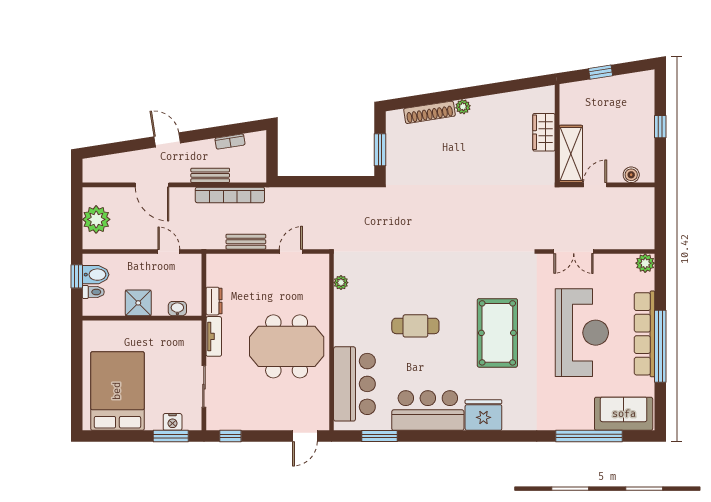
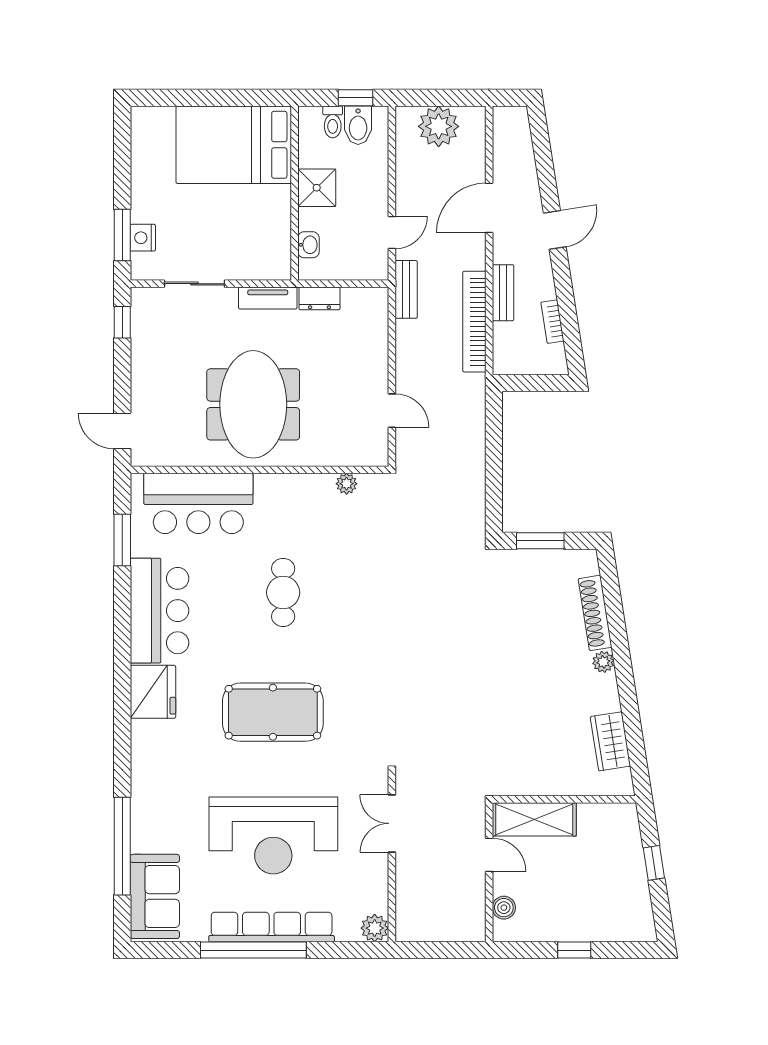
wardrobe: (544, 132) -> (610, 741), moved, turned -99
bench: (246, 242) -> (406, 289), moved
bed: (117, 391) -> (234, 145), moved, turned 180

